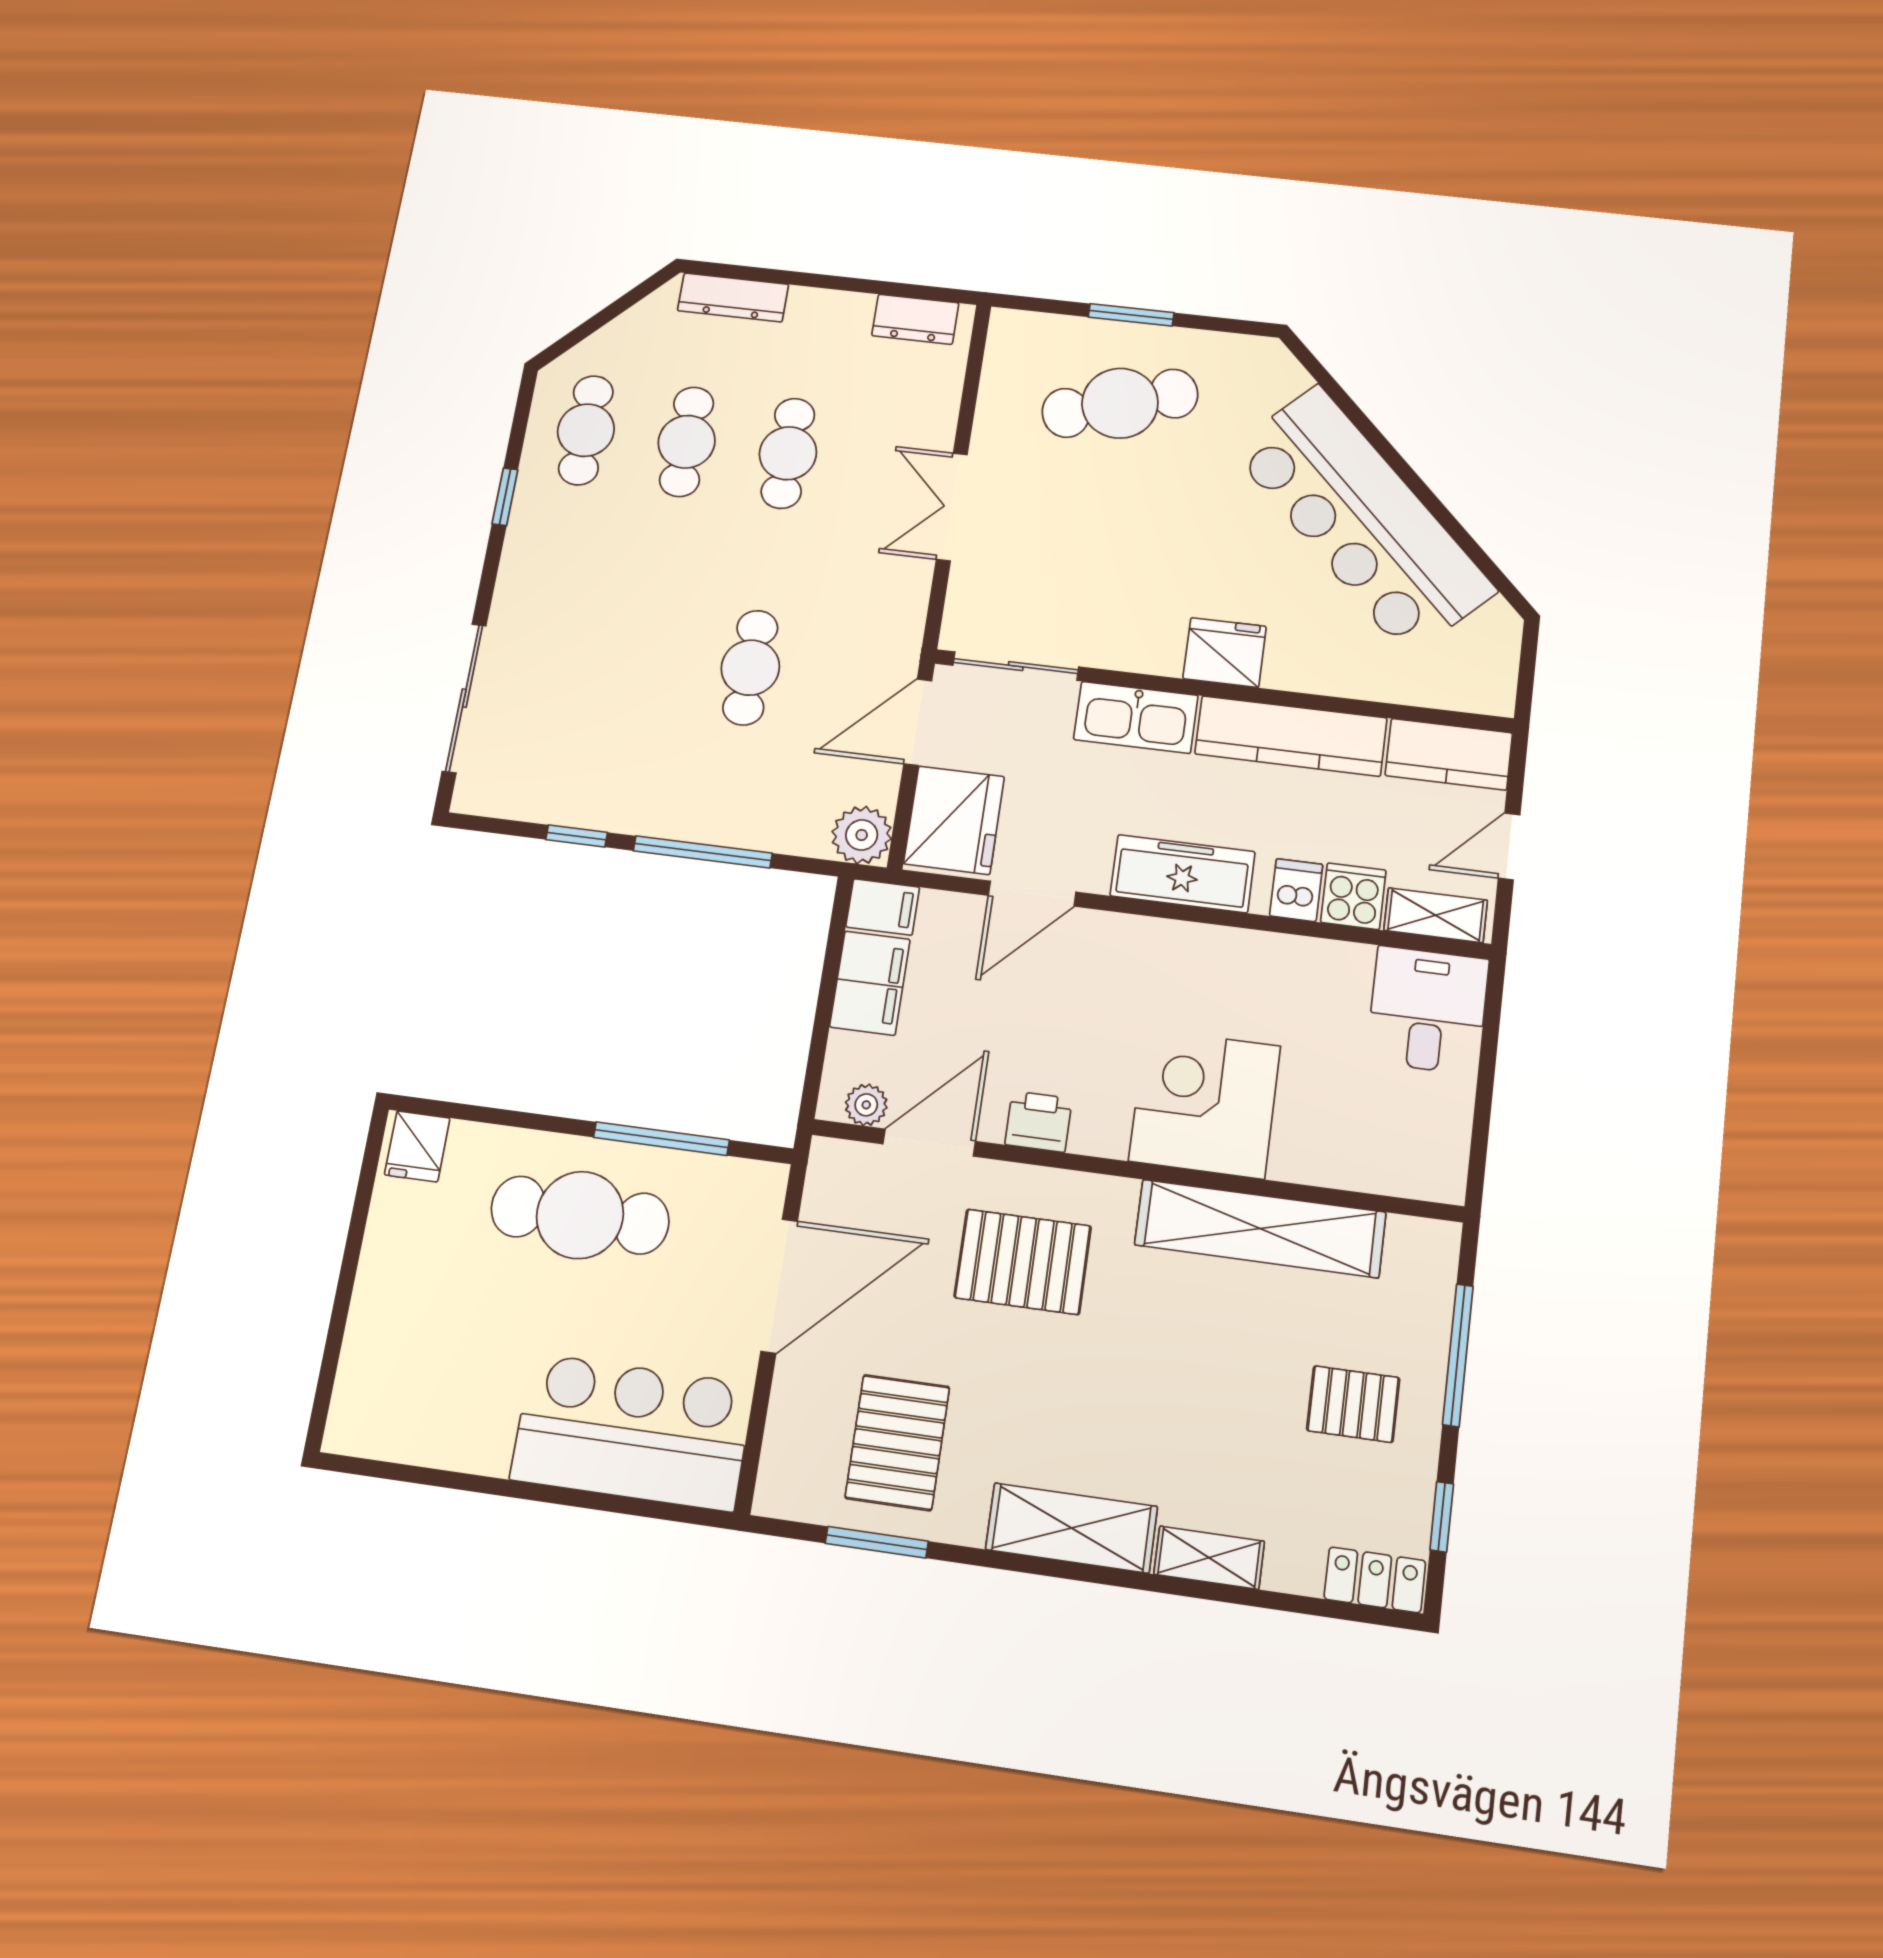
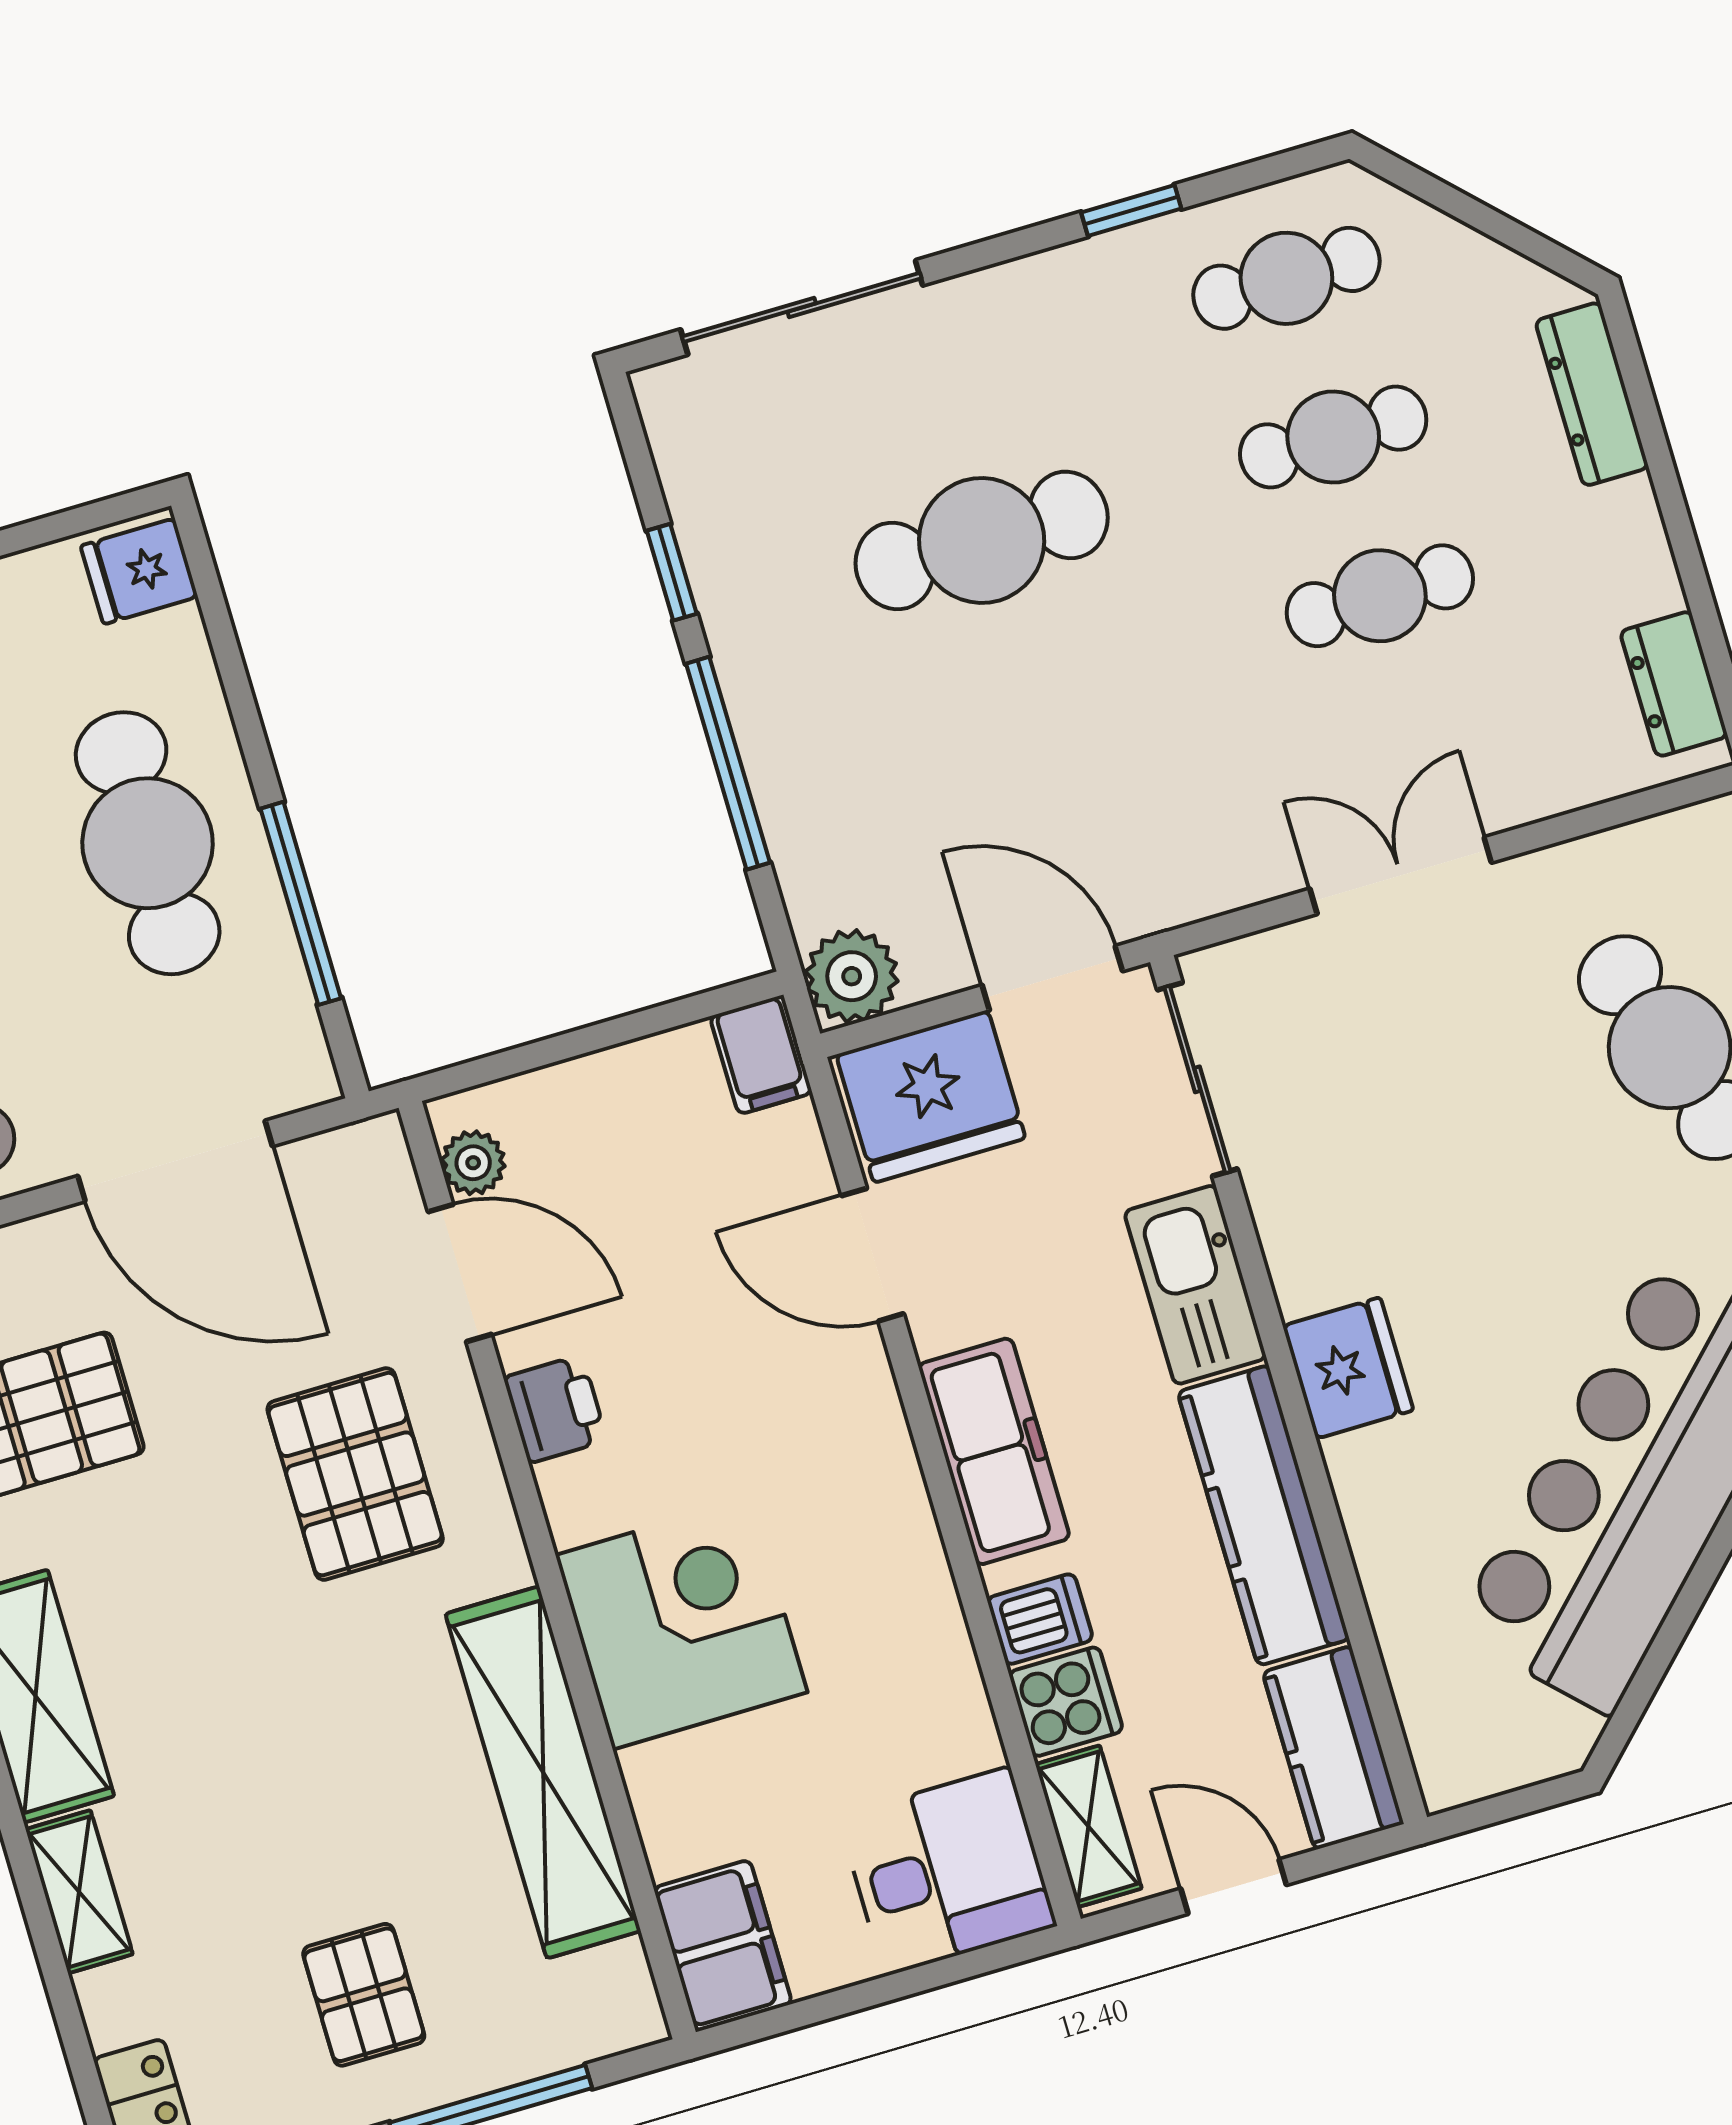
cafe table: (750, 668) -> (982, 540), moved, width x1.37, depth x1.35
filing cabinet: (870, 983) -> (723, 1946), moved, turned -90

